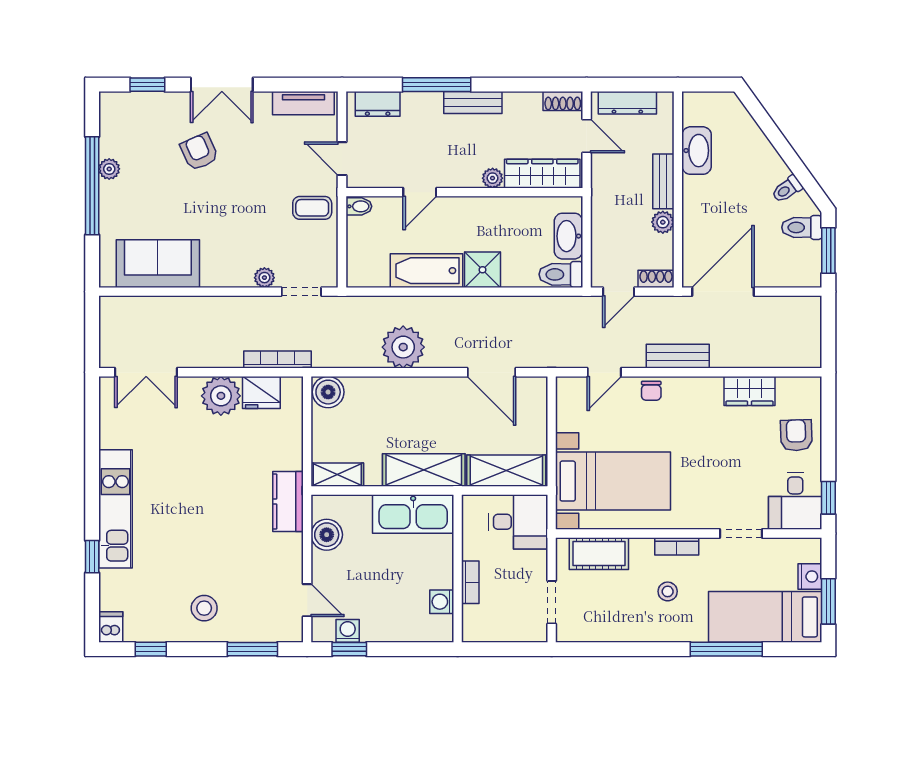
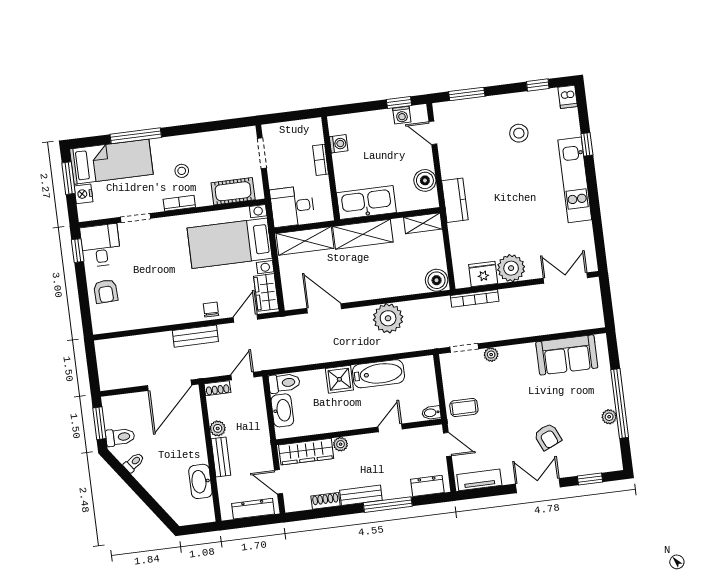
shoe rack: (563, 101) -> (325, 501), moved
wardrobe: (749, 391) -> (266, 292), moved, turned -90
stool: (204, 608) -> (519, 133), moved

